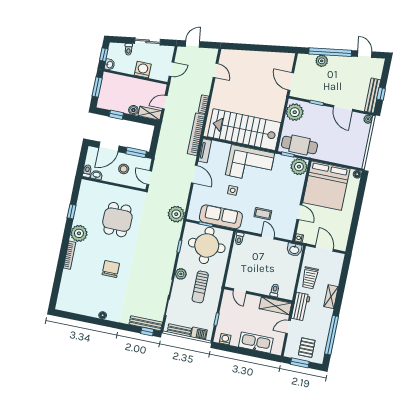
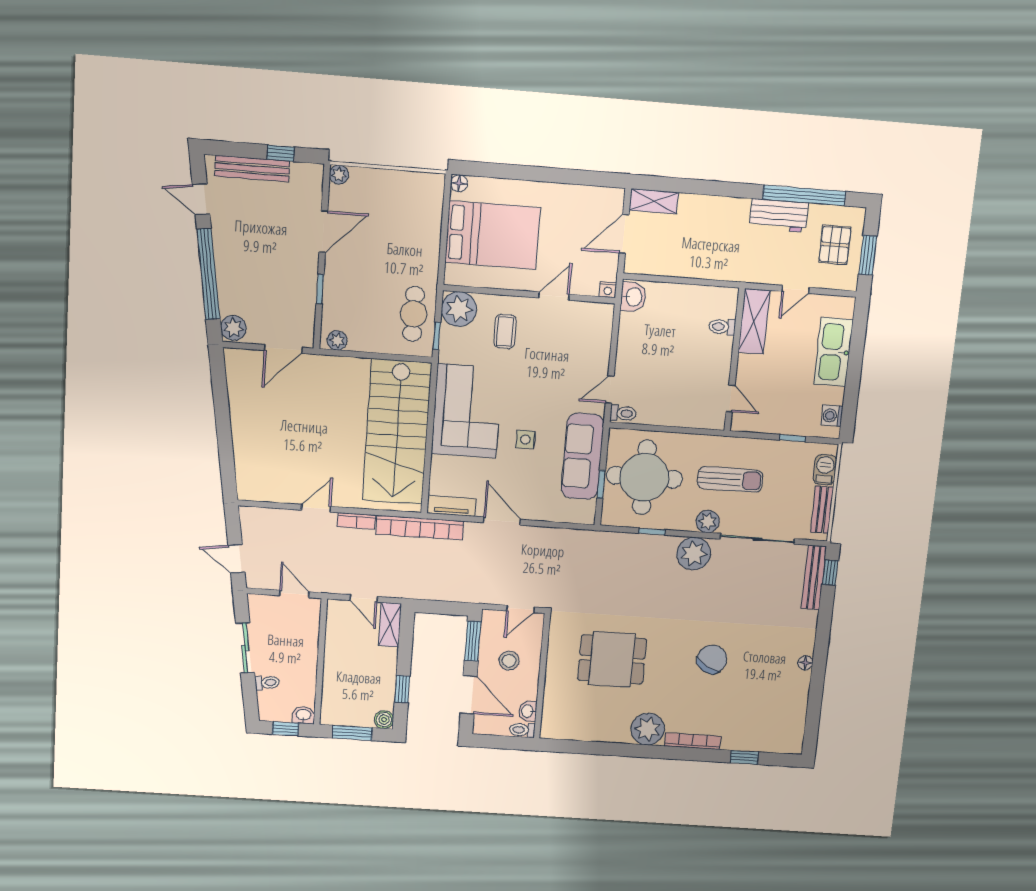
door: (365, 54) -> (201, 199), hinge flipped
plant: (322, 61) -> (233, 328), moved
washing machine: (143, 70) -> (304, 650), removed
door: (216, 70) -> (316, 508), moved
bench: (373, 96) -> (252, 169), moved
boiler: (133, 110) -> (384, 720), moved
plant: (295, 112) -> (337, 340), width x0.53, depth x0.53
cafe table: (299, 145) -> (414, 314), width x0.73, depth x0.74
door: (194, 174) -> (502, 521), hinge flipped
bed: (326, 186) -> (492, 235), width x0.73
window: (72, 211) -> (744, 757), moved
plant: (176, 214) -> (694, 554), moved
coffee table: (263, 214) -> (505, 331), moved
door: (268, 237) -> (610, 390), moved
chair: (111, 269) -> (712, 659), turned 120
trolley: (310, 278) -> (689, 257), removed
door: (240, 291) -> (730, 398), hinge flipped
shelving: (331, 297) -> (654, 201), moved
workbench: (301, 307) -> (779, 215), moved, turned 180
door: (288, 327) -> (795, 289), hinge flipped
pallet: (307, 348) -> (835, 245), turned 90

